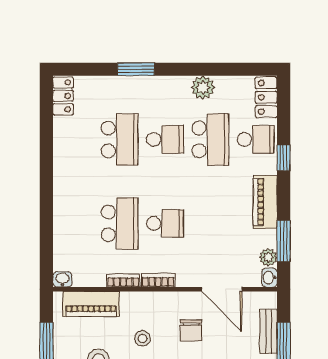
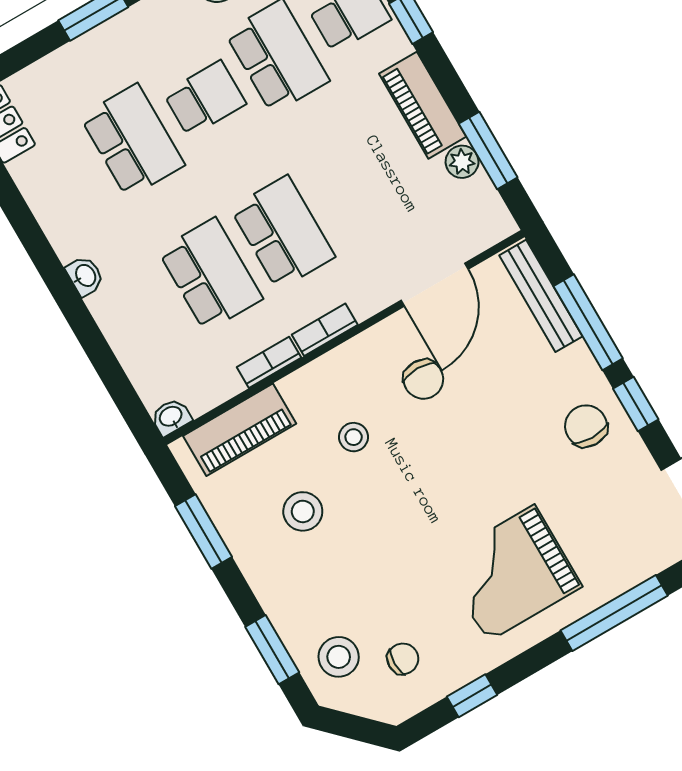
school desk: (165, 223) -> (283, 233), width x1.85
plant: (268, 257) -> (462, 162), moved
washbasin: (269, 277) -> (85, 276), moved, turned 180
door: (222, 289) -> (435, 285), hinge flipped
bench: (269, 331) -> (541, 296), width x1.36

